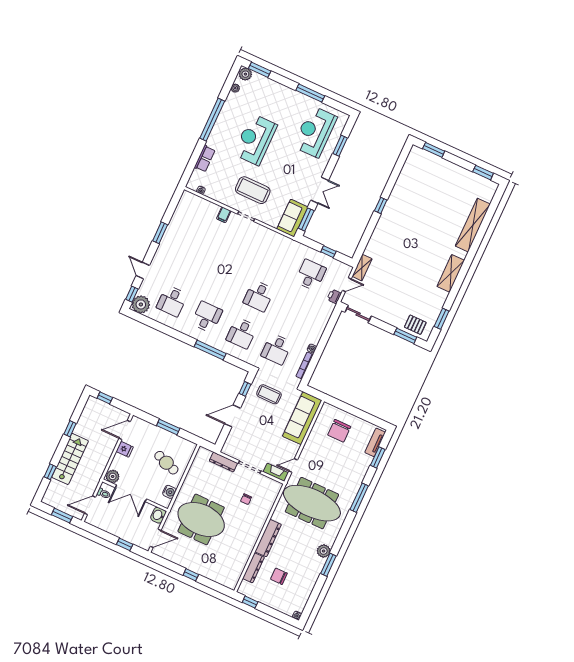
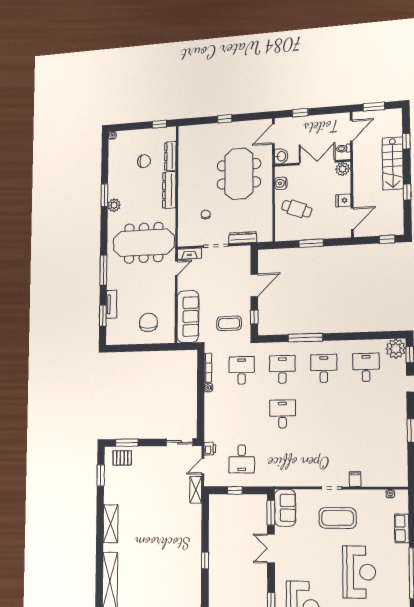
desk: (207, 317) -> (324, 368), turned 180
tv unit: (375, 442) -> (111, 304), moved
meeting table: (201, 519) -> (239, 174), turned 90

